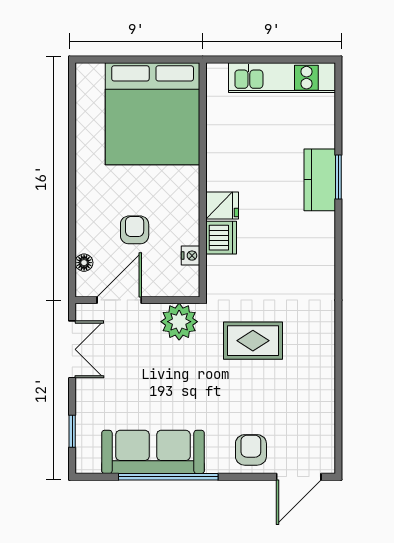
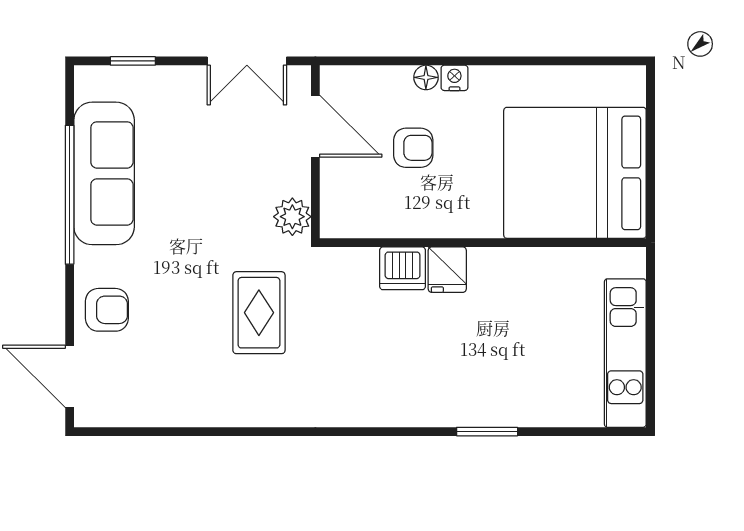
kitchen counter: (320, 180) -> (483, 406), removed
nightstand: (191, 256) -> (454, 78), moved, turned 180
floor lamp: (84, 263) -> (426, 77), moved
plant: (179, 322) -> (292, 217), width x0.73, depth x0.73

